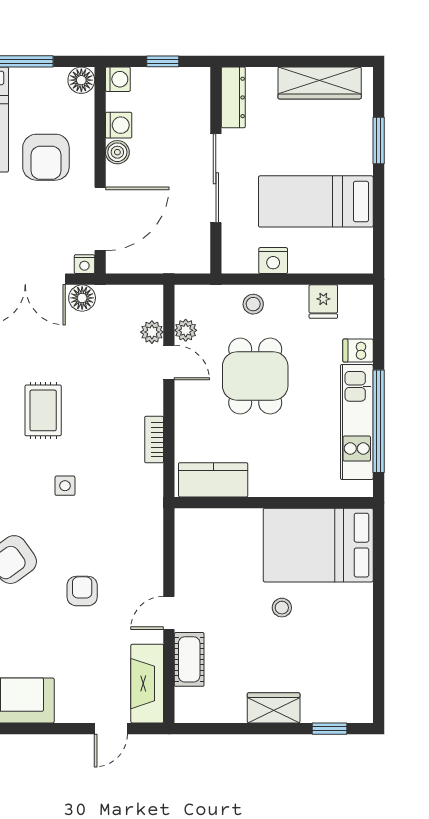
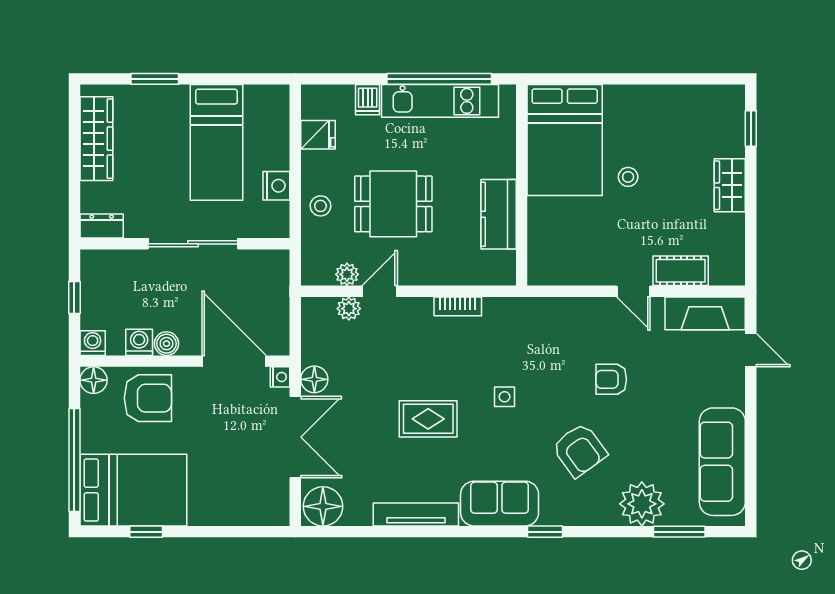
dresser: (233, 97) -> (102, 226), width x0.70
armchair: (46, 157) -> (148, 398), moved
kitchen counter: (213, 480) -> (499, 214), moved

